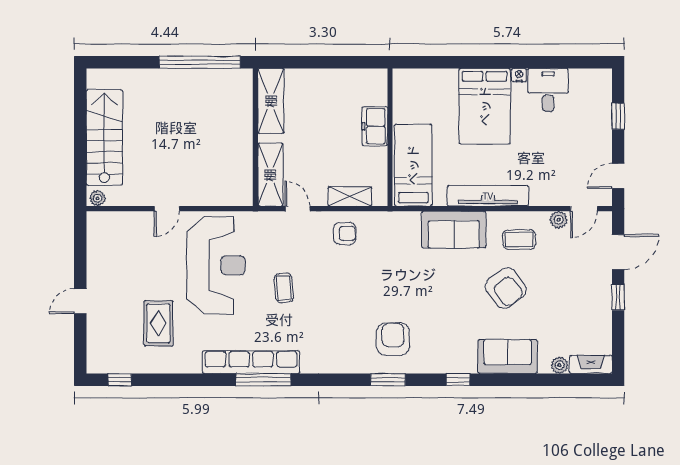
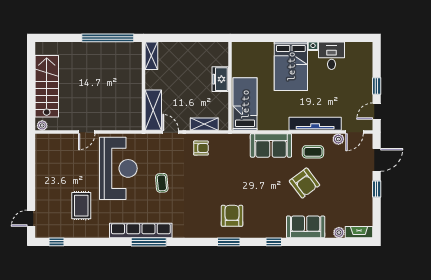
shelving: (271, 101) -> (151, 56), width x0.67, depth x0.75
window: (618, 116) -> (377, 86), moved
tv unit: (488, 196) -> (315, 124), moved
door: (80, 301) -> (31, 218), moved

